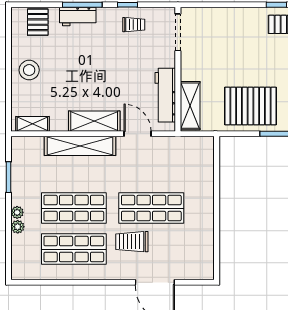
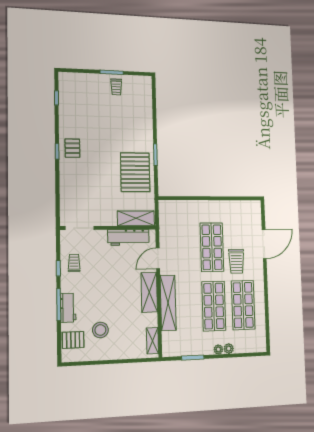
stool: (29, 70) -> (100, 330), moved

